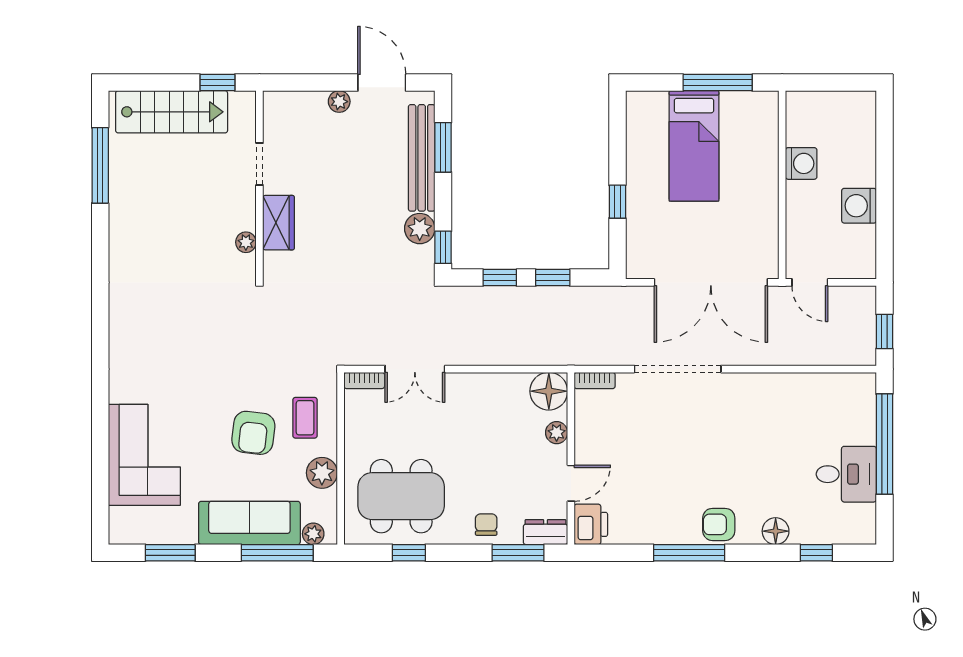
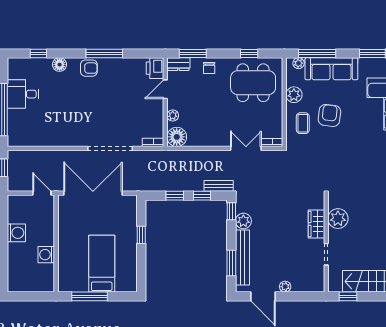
plant: (246, 242) -> (338, 219), width x1.88, depth x1.88
bench: (468, 296) -> (219, 186), added

